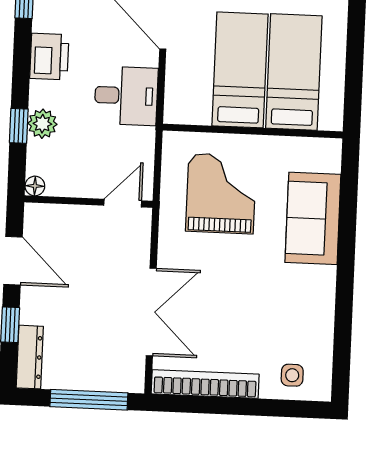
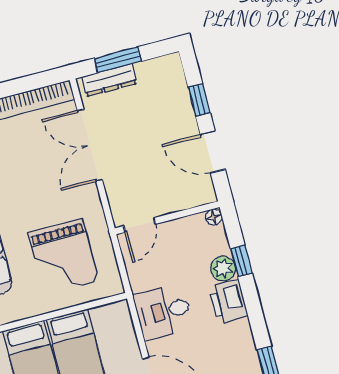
printer: (49, 57) -> (228, 301), moved
dresser: (30, 357) -> (109, 80), moved, turned -90
window: (89, 400) -> (118, 60), width x0.69

